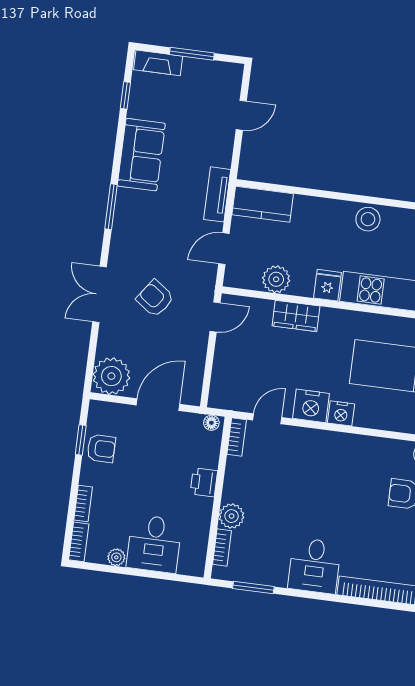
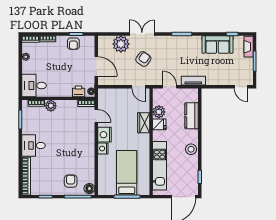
door: (241, 115) -> (241, 87), moved
sofa: (141, 155) -> (217, 45), moved
kitchen counter: (263, 204) -> (192, 116), moved
fridge: (327, 285) -> (159, 124), moved
plant: (111, 376) -> (121, 44), moved
printer: (204, 482) -> (79, 91), moved
desk: (154, 544) -> (34, 86), moved

